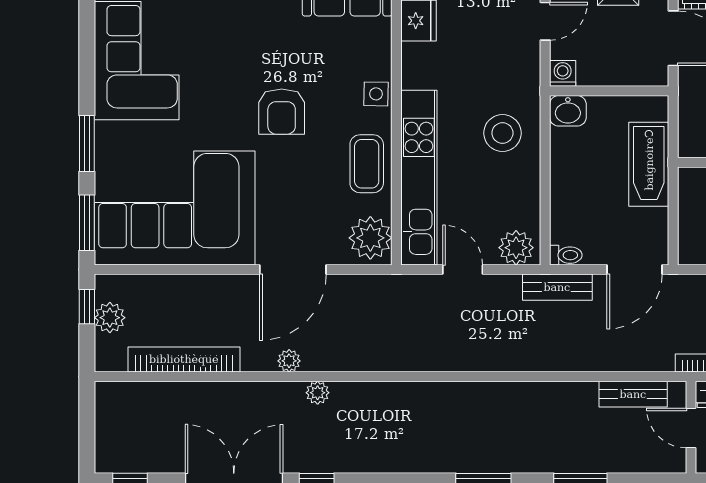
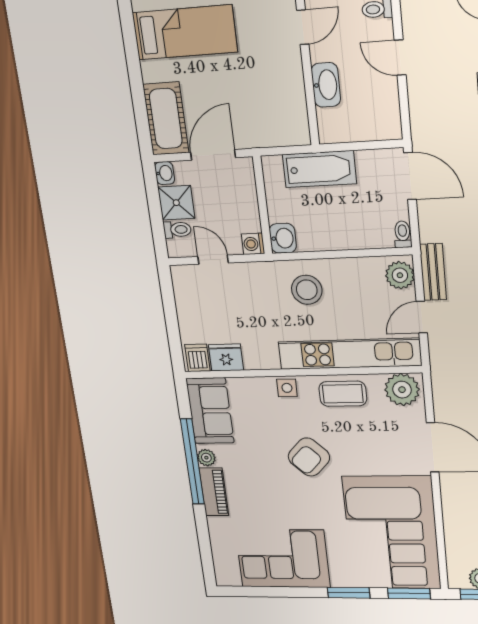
armchair: (282, 112) -> (309, 457), turned 134
bench: (557, 287) -> (433, 272), moved

